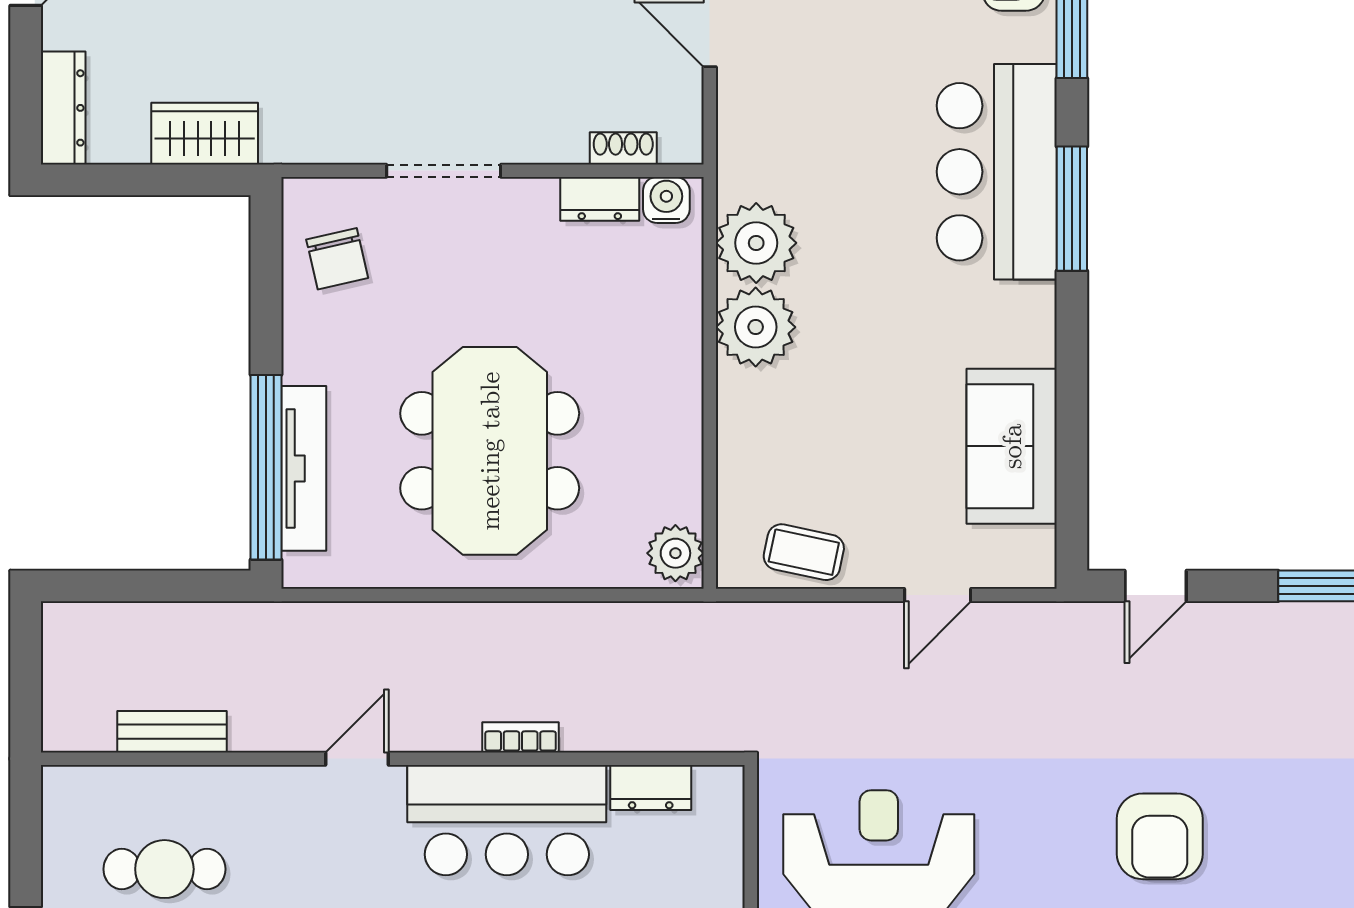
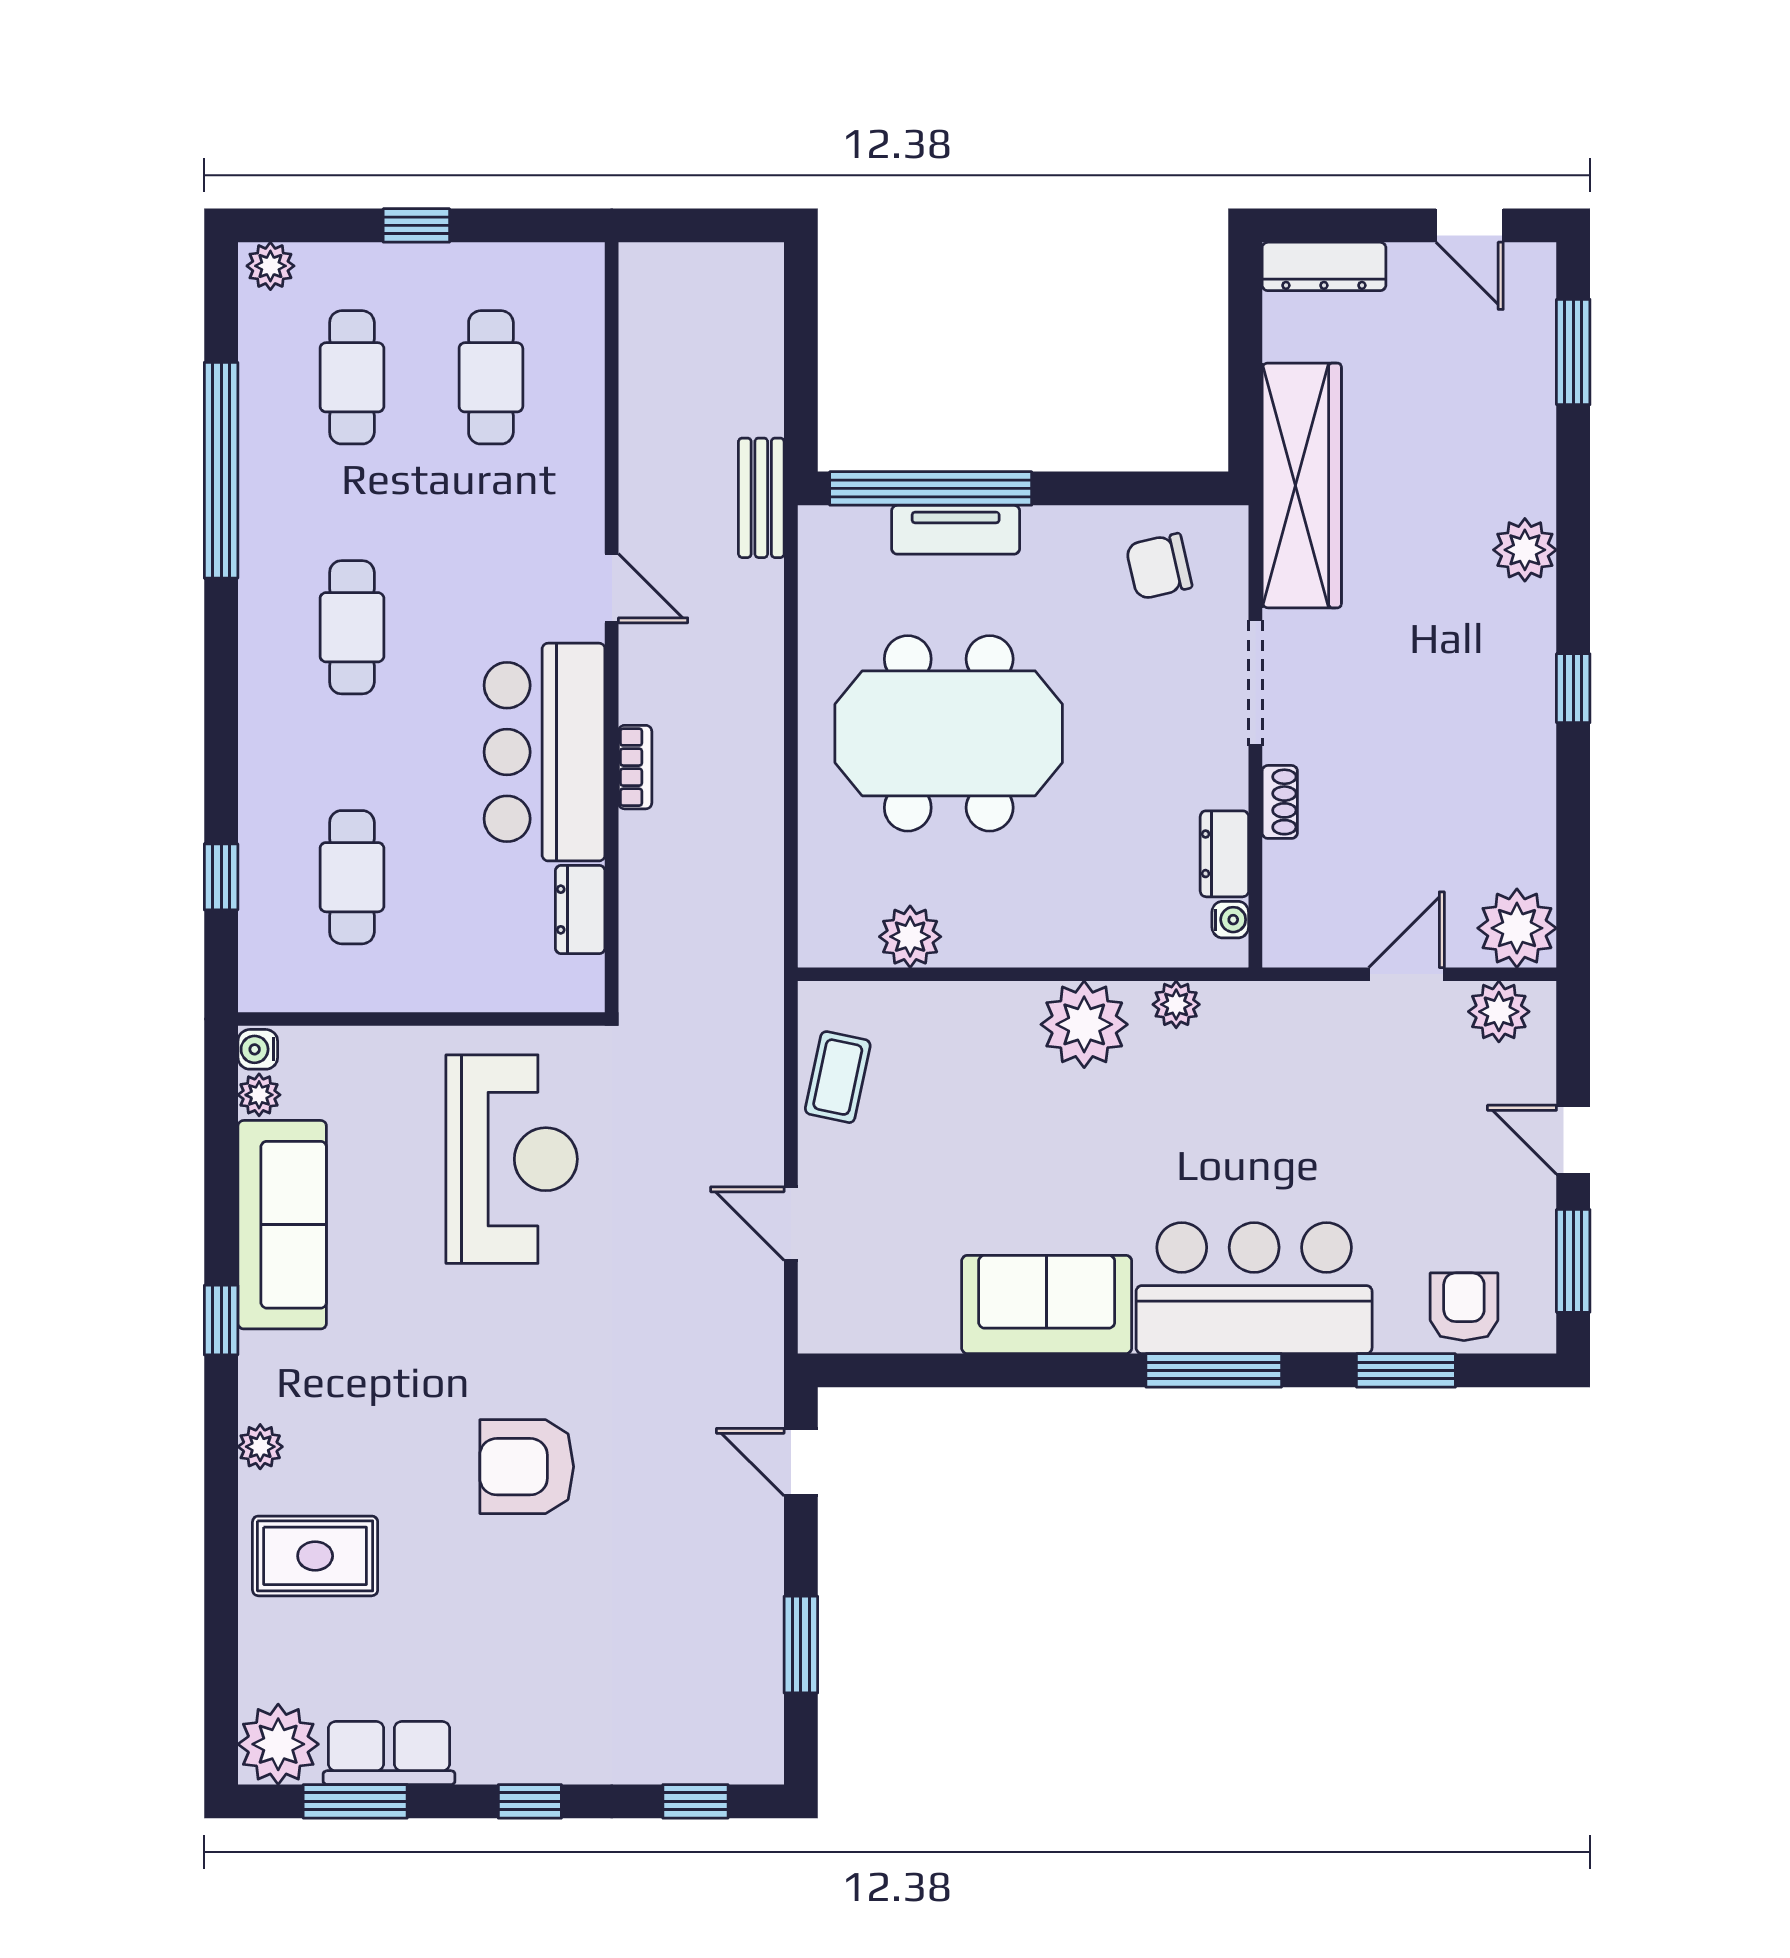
wardrobe: (205, 134) -> (1302, 485), width x2.10, depth x1.17
shoe rack: (623, 148) -> (1280, 802), moved
water cooler: (666, 200) -> (1230, 920), width x0.72, depth x0.72
plant: (756, 243) -> (1176, 1004), width x0.53, depth x0.53
sofa: (1012, 446) -> (1047, 1304), moved
tv unit: (304, 468) -> (956, 530), width x0.71
plant: (675, 553) -> (910, 937), moved
bench: (172, 732) -> (761, 498), moved

